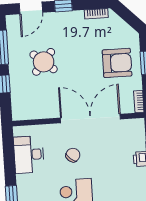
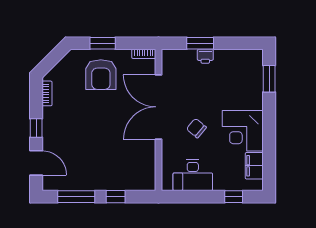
round table: (44, 62) -> (95, 153), removed
armchair: (117, 63) -> (101, 75), turned 180

